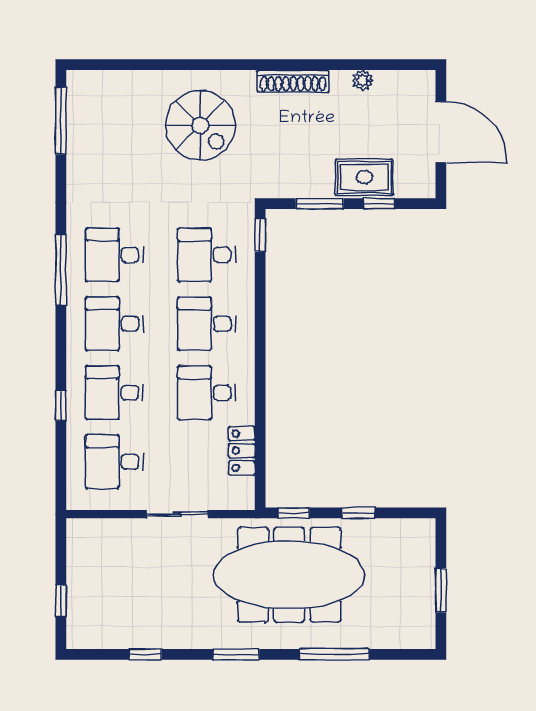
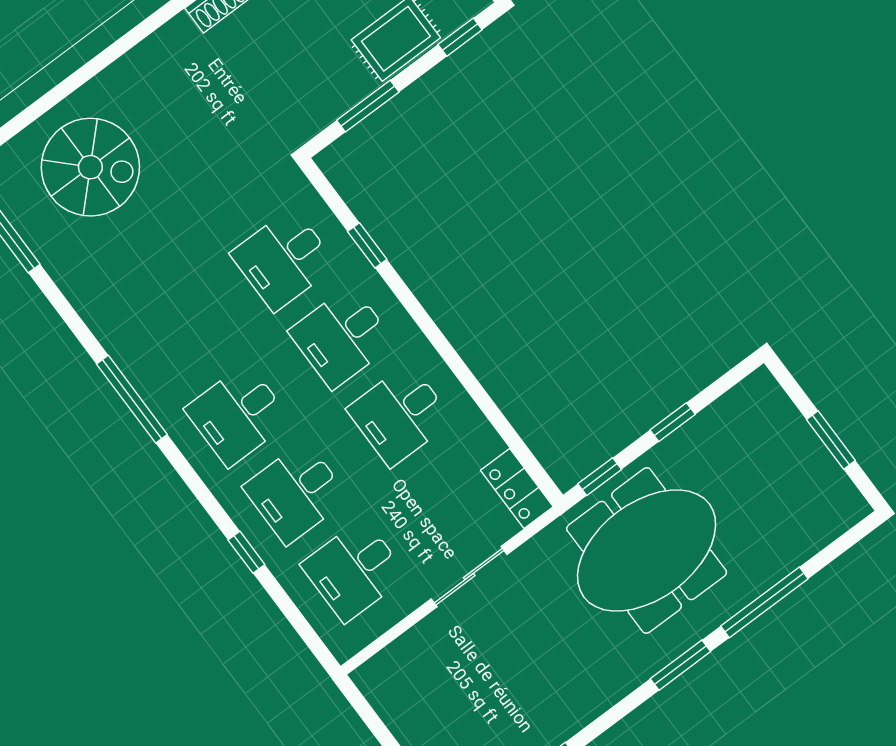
spiral stairs: (200, 125) -> (90, 167), moved
window: (379, 204) -> (460, 37), moved
window: (260, 235) -> (367, 245), moved
desk: (114, 255) -> (180, 337), removed
locker: (242, 451) -> (517, 489), moved
meeting table: (289, 575) -> (647, 551), width x0.73
window: (236, 654) -> (680, 665), moved

